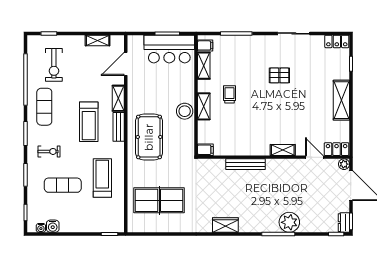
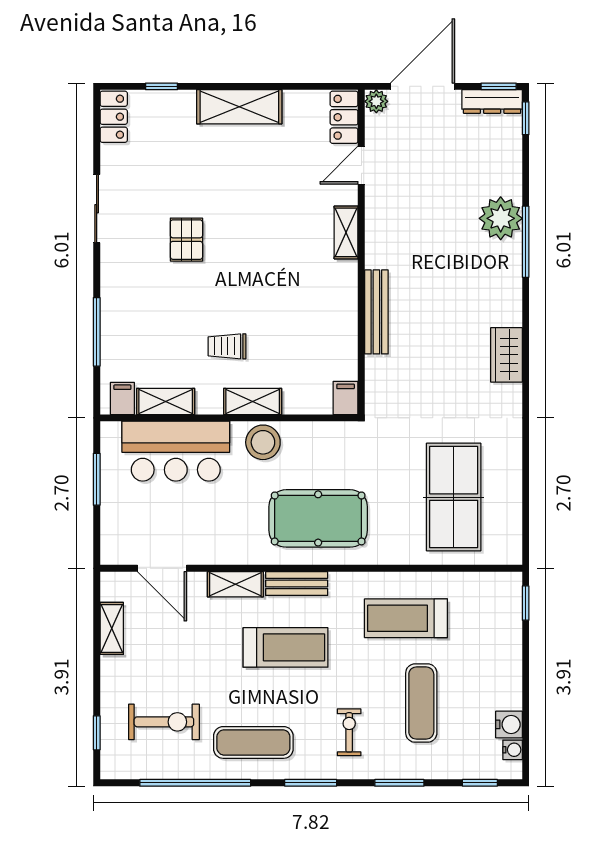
bar counter: (169, 49) -> (176, 451), moved, turned 90
dresser: (344, 223) -> (492, 102), width x1.44

